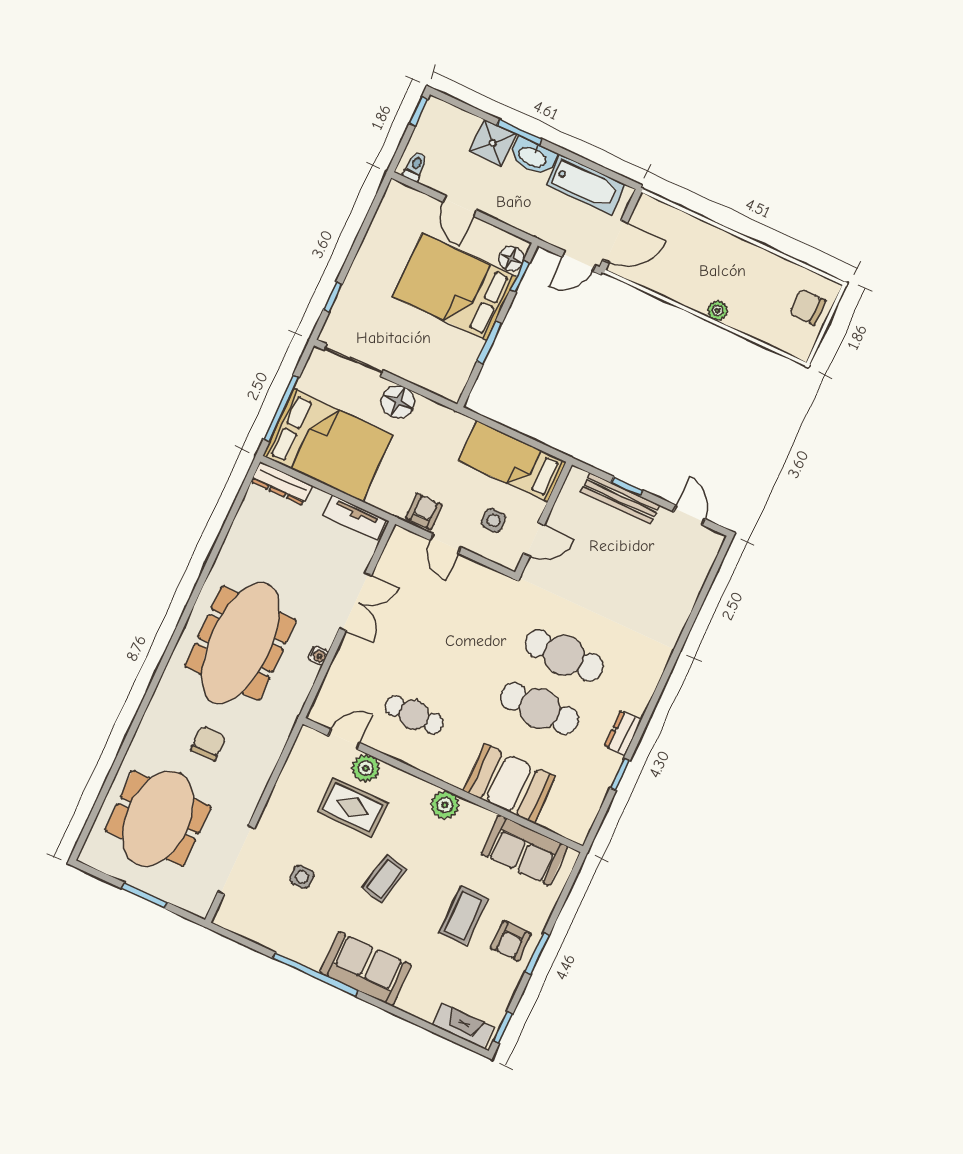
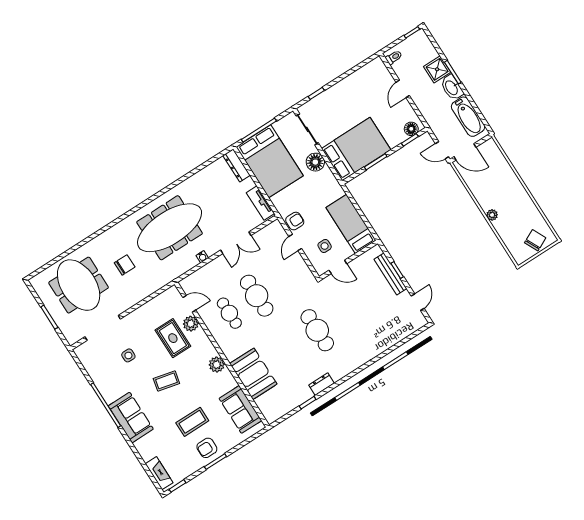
bed: (455, 287) -> (356, 149), moved, turned 90
chair: (808, 307) -> (535, 240), turned 64
cafe table: (540, 708) -> (257, 296), moved
meeting table: (158, 818) -> (79, 285), turned 90

